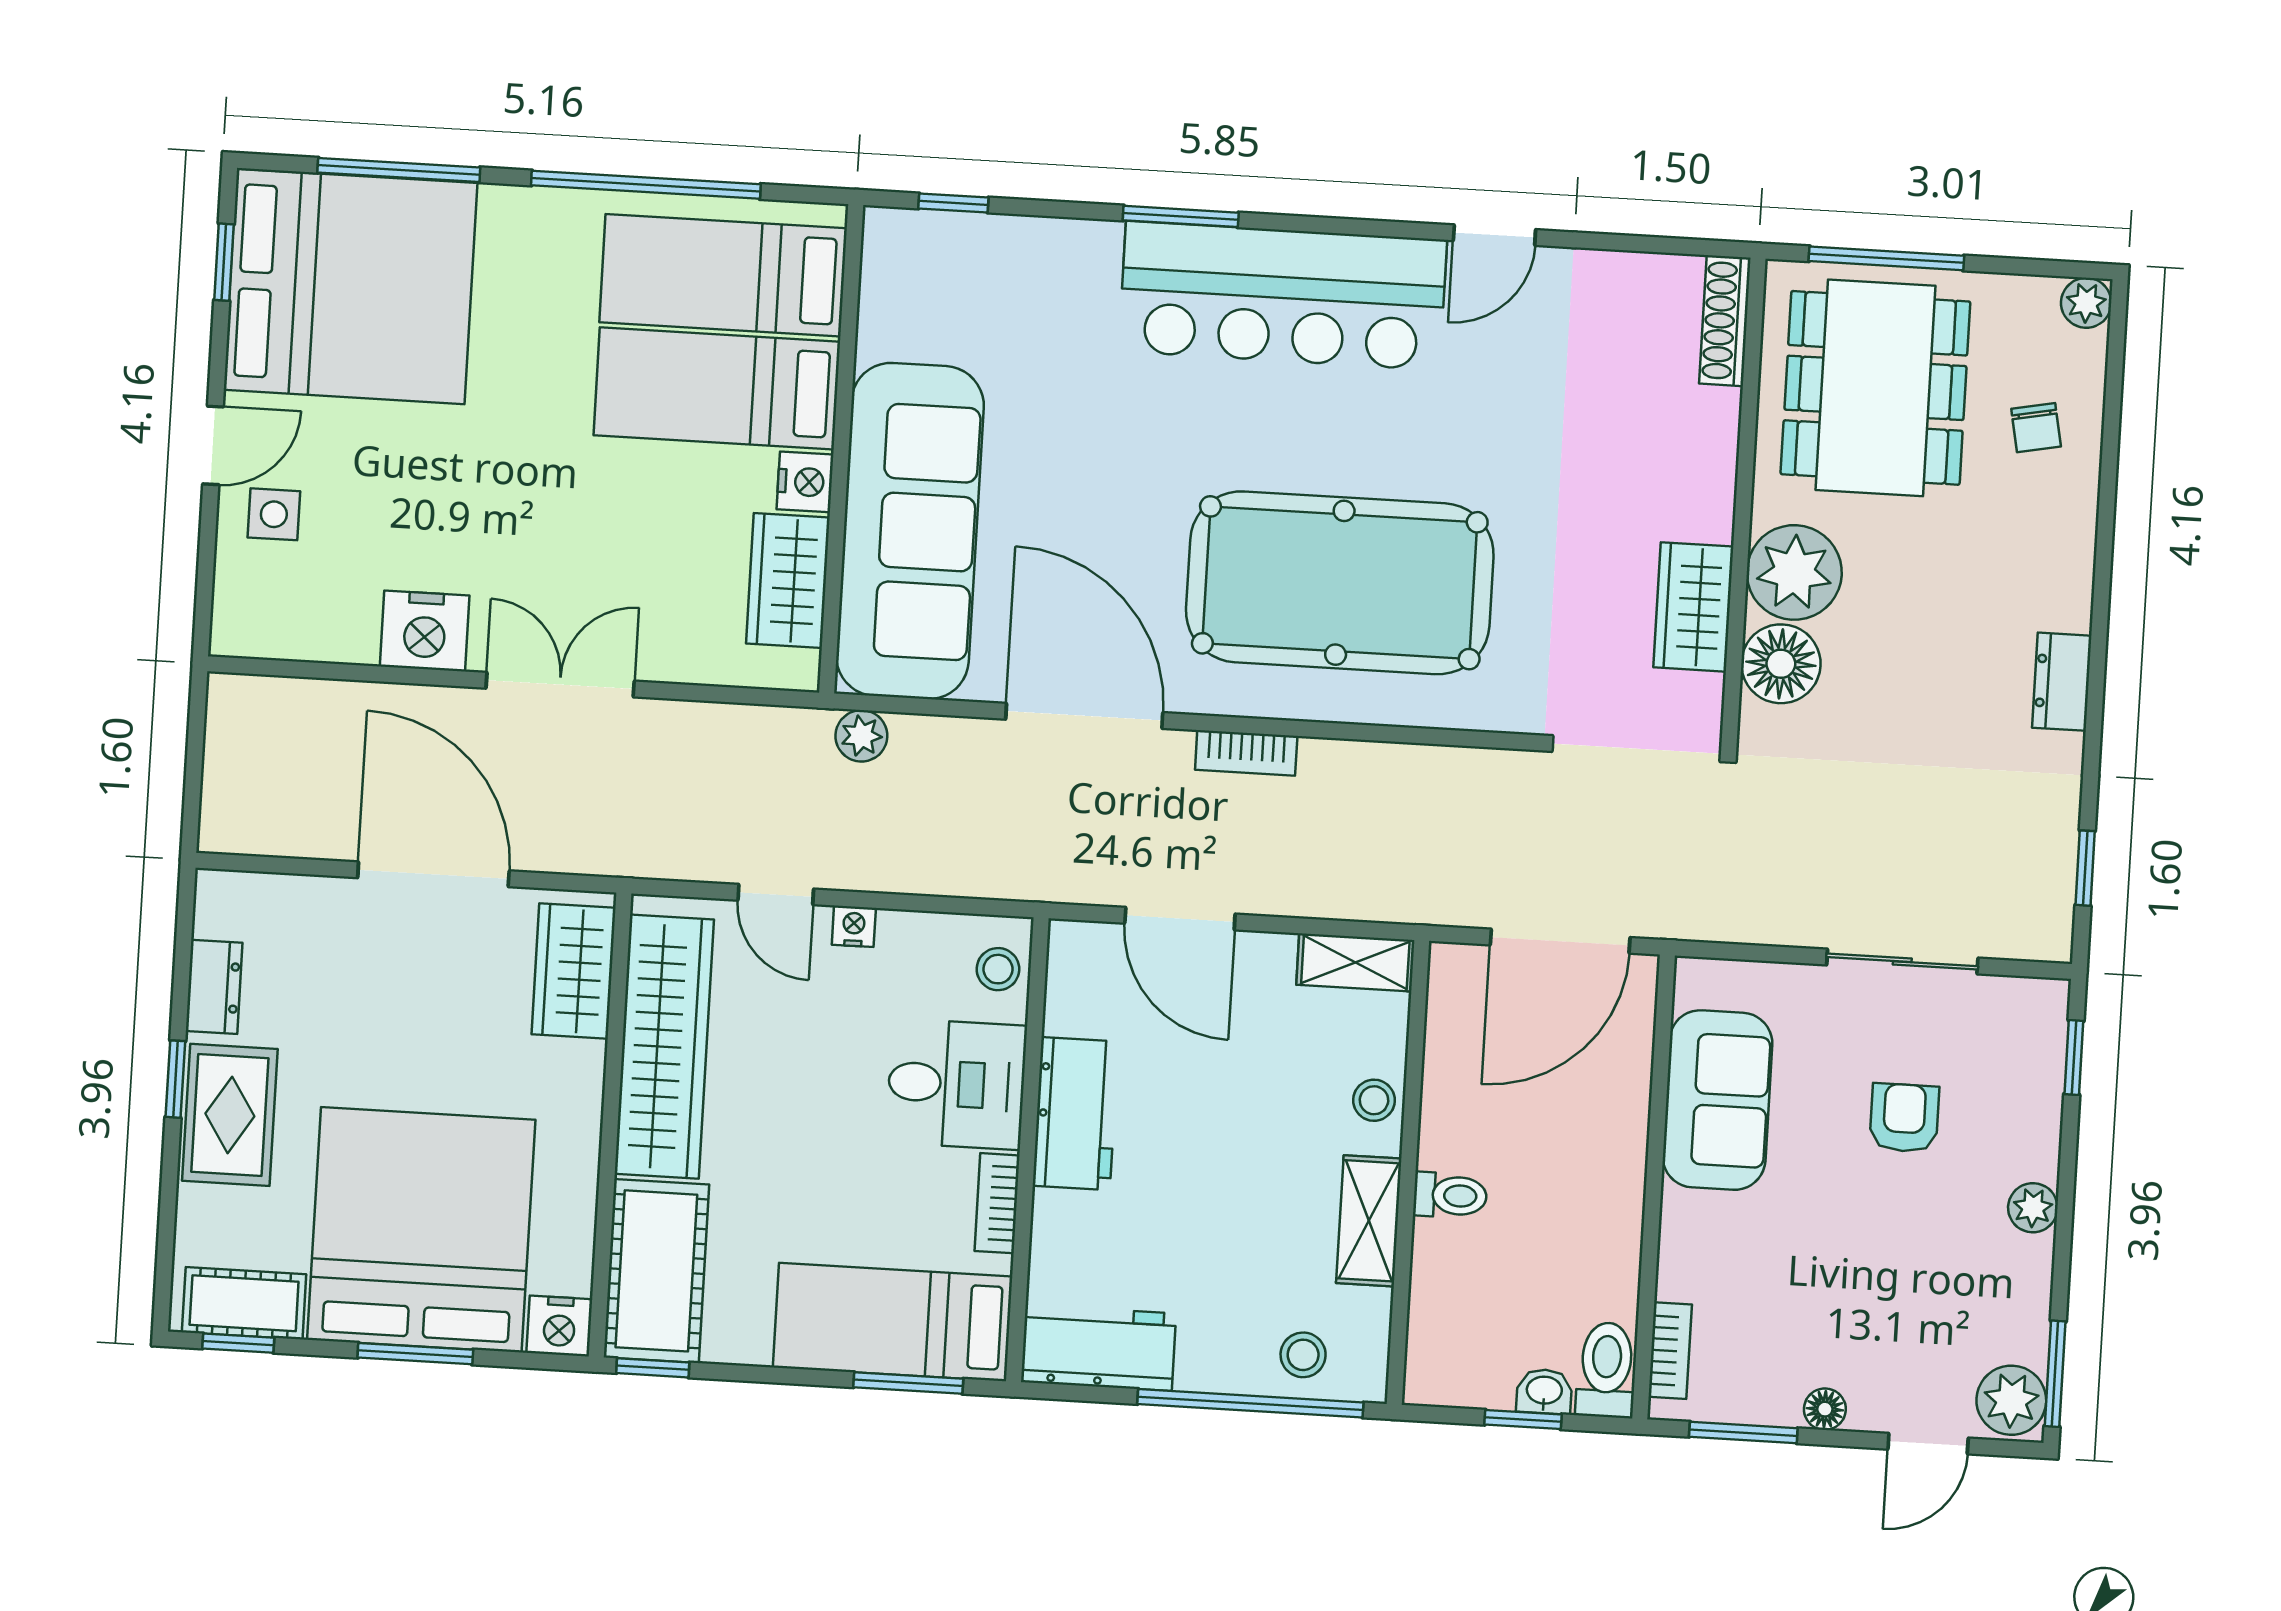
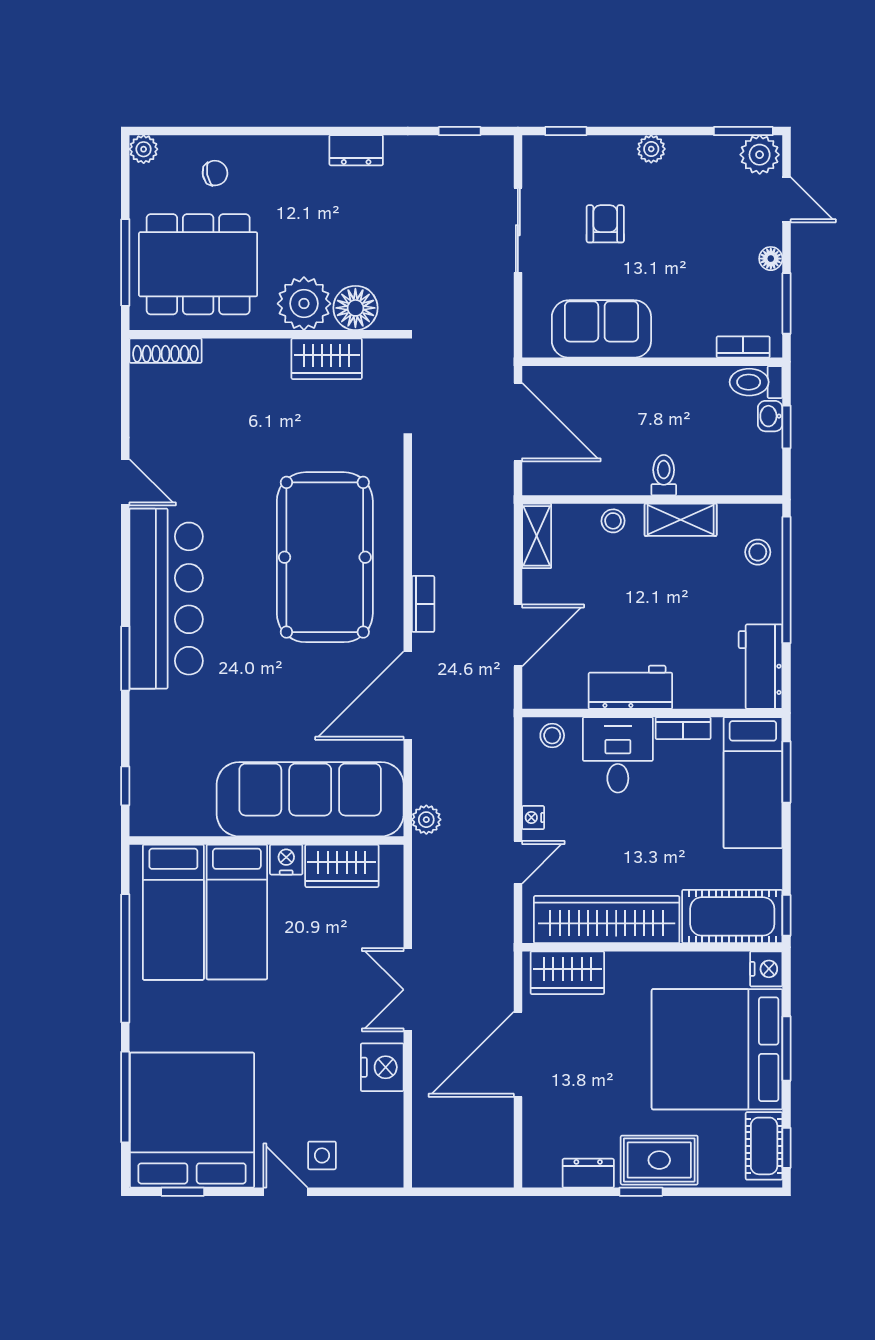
armchair: (1904, 1118) -> (605, 224), turned 90

